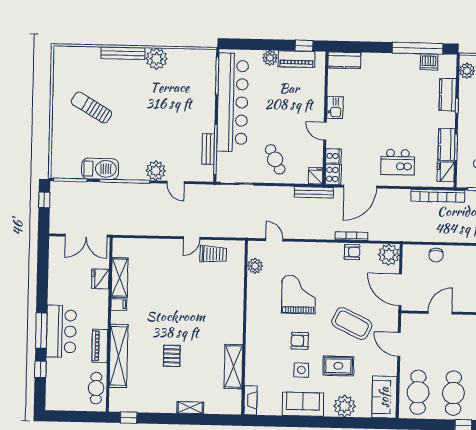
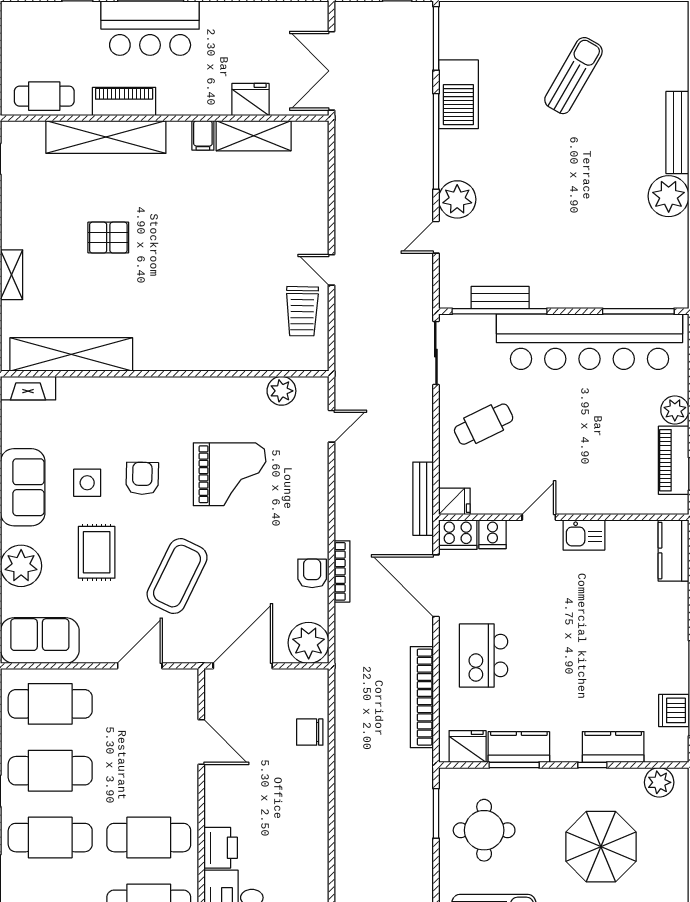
bookcase: (438, 196) -> (422, 697), moved
armchair: (352, 252) -> (312, 573), turned 180
shelving: (233, 367) -> (71, 354), width x1.47

